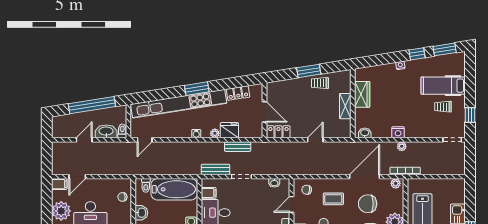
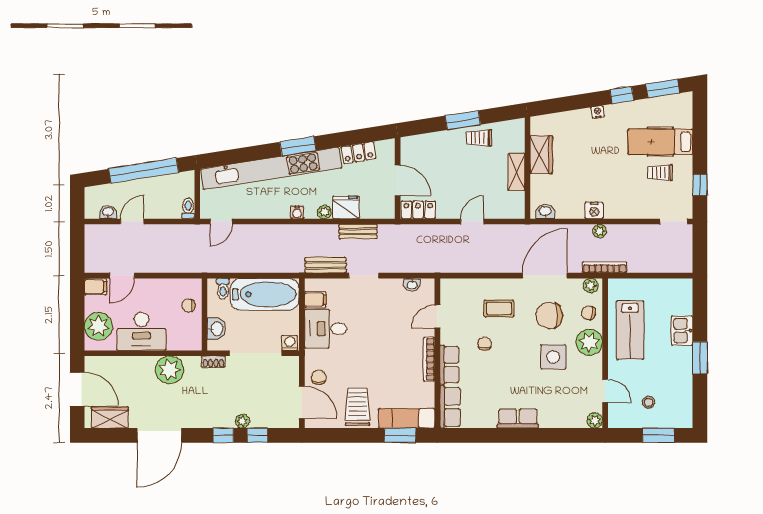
washbasin: (106, 131) -> (108, 212), moved, width x0.52, depth x0.69
chair: (307, 190) -> (588, 313), moved

